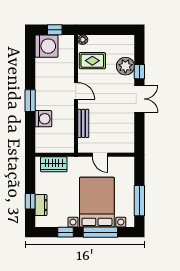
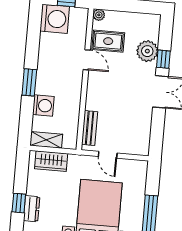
door: (76, 91) -> (87, 60), moved
bench: (83, 123) -> (90, 128), moved
shelving: (48, 147) -> (46, 140), added

